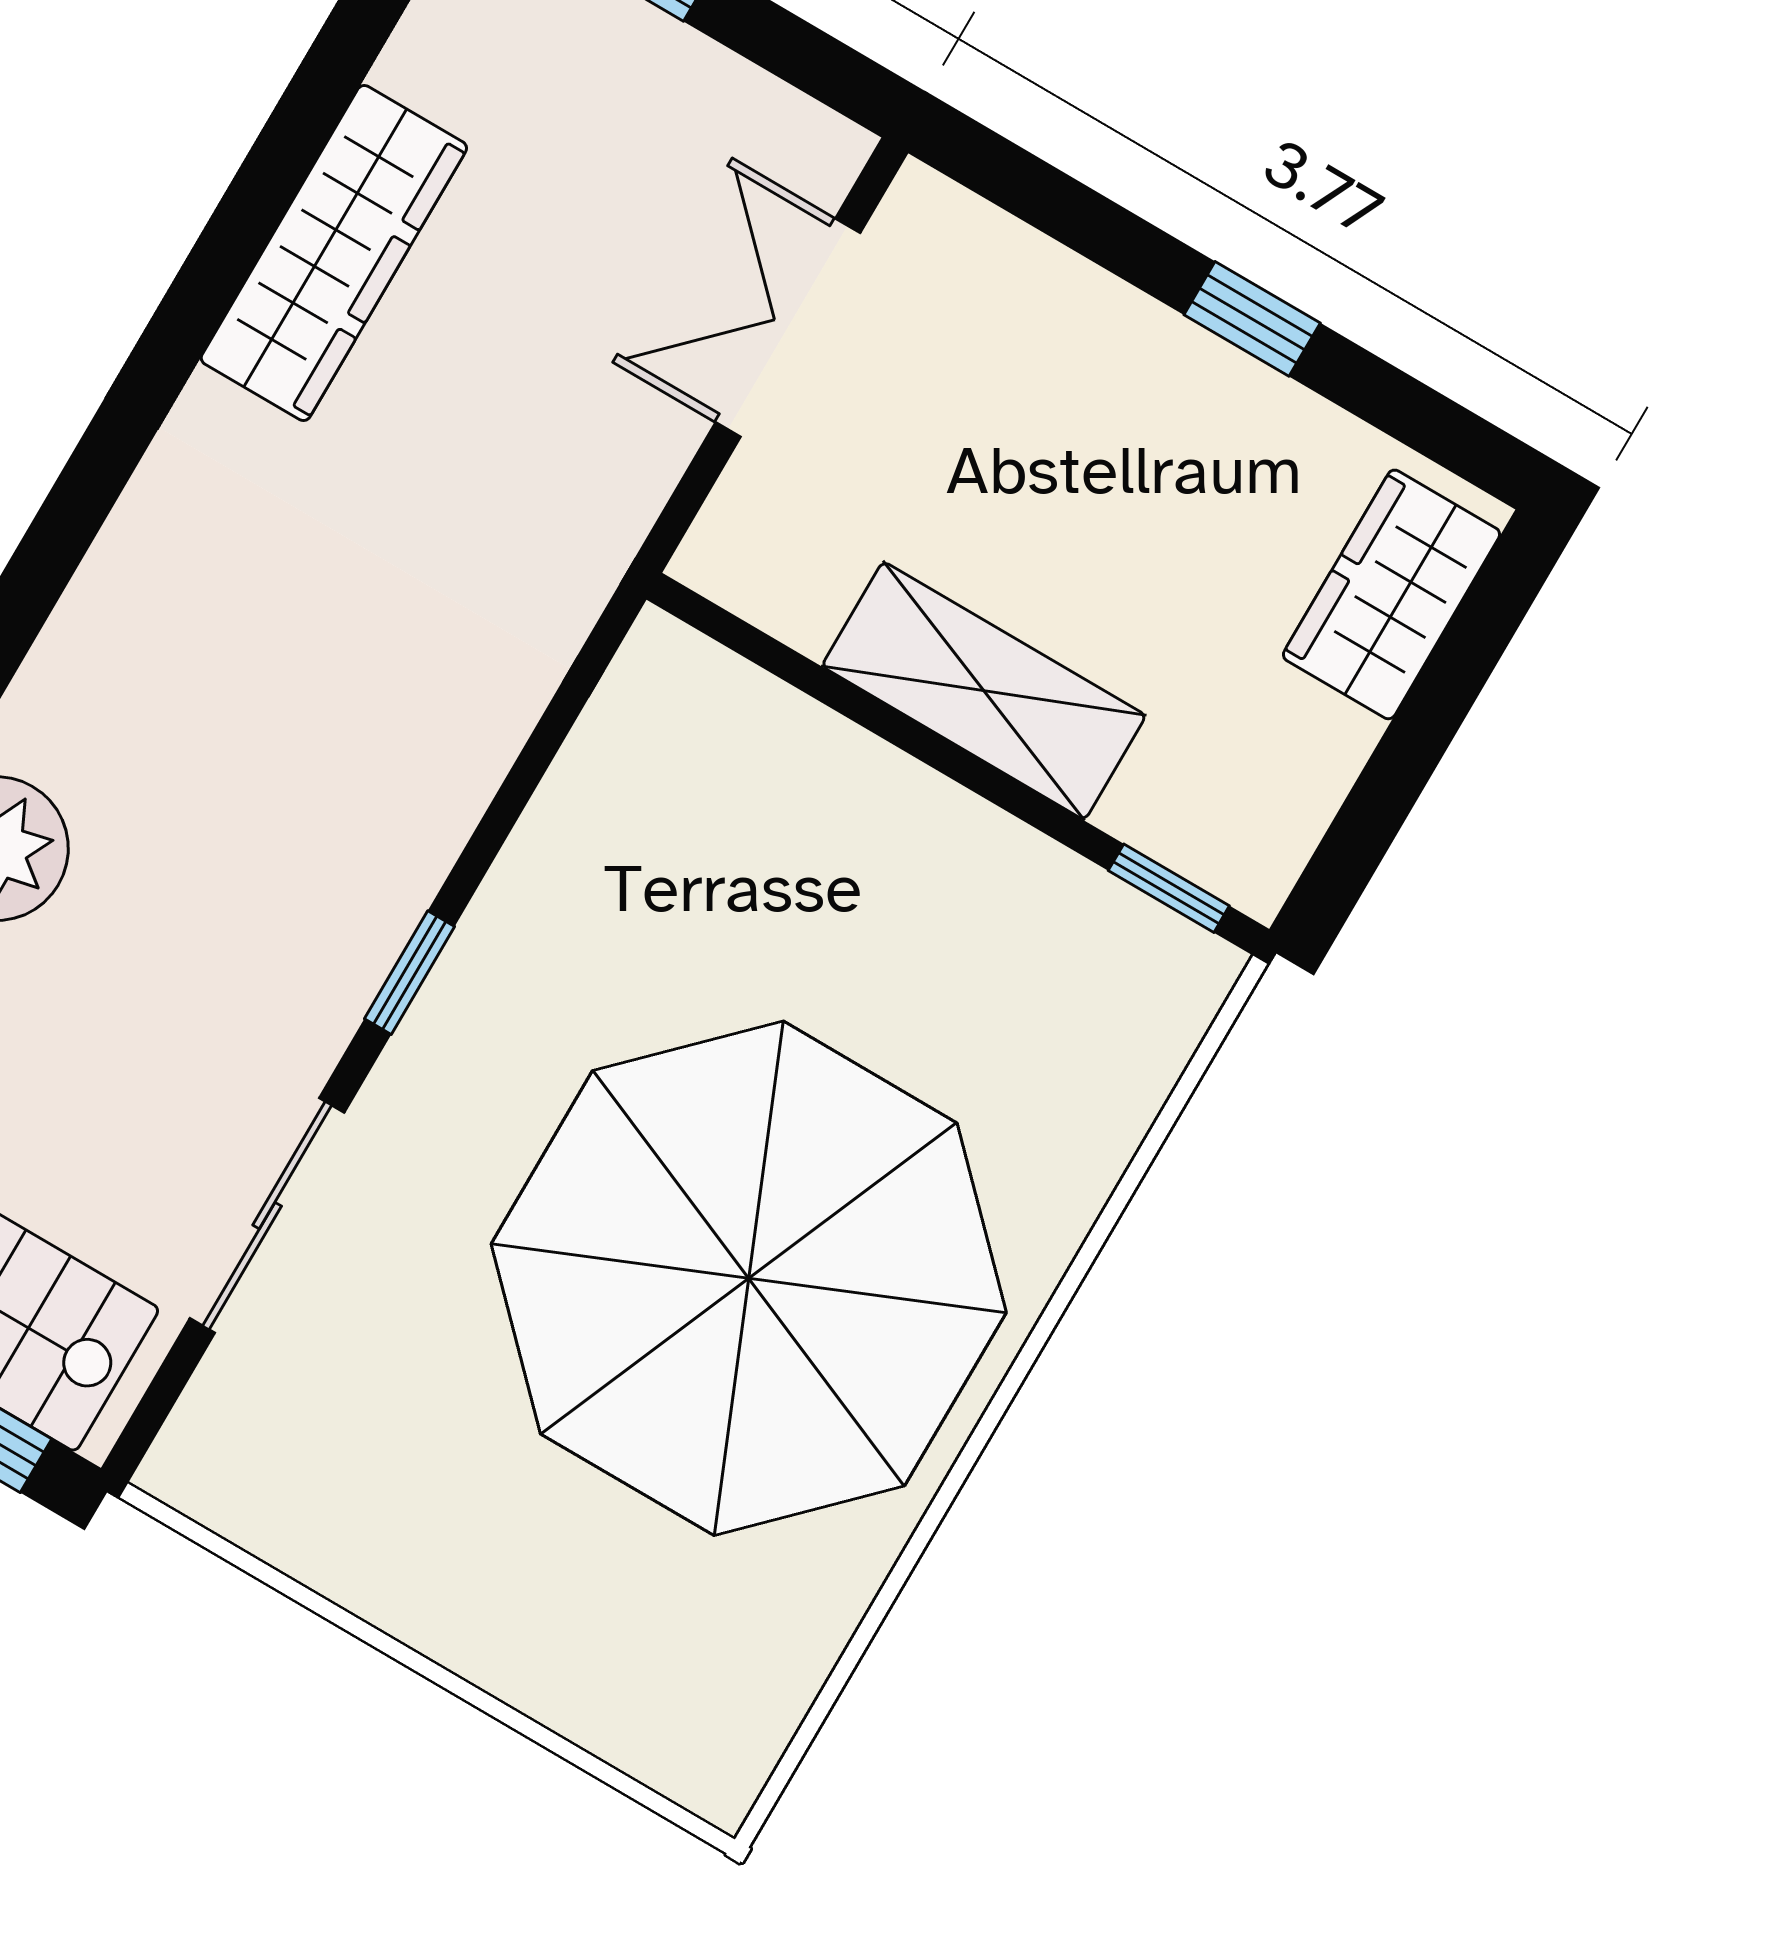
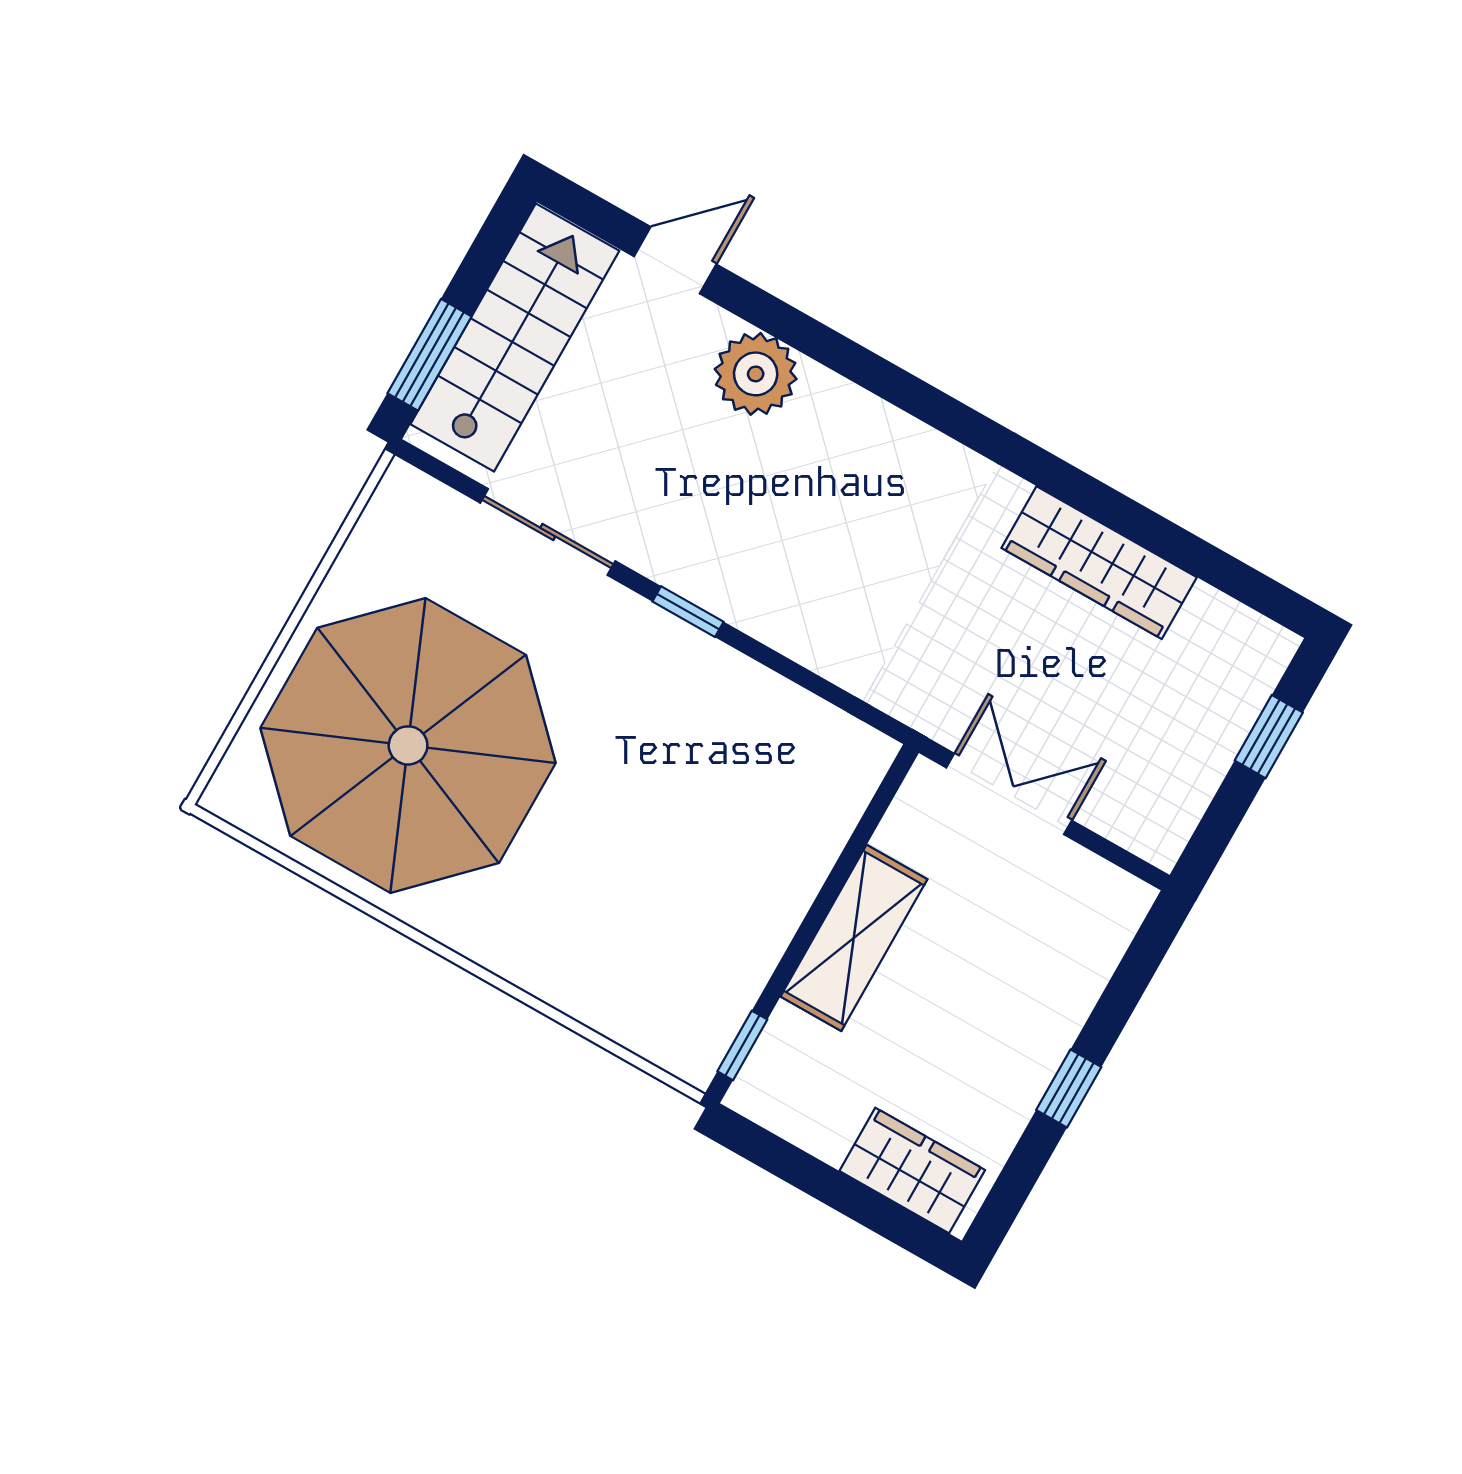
double door: (788, 328) -> (1009, 794), moved
parasol: (749, 1278) -> (408, 745), moved

